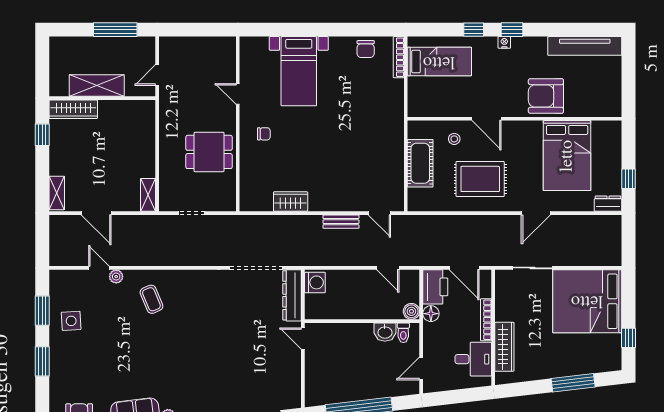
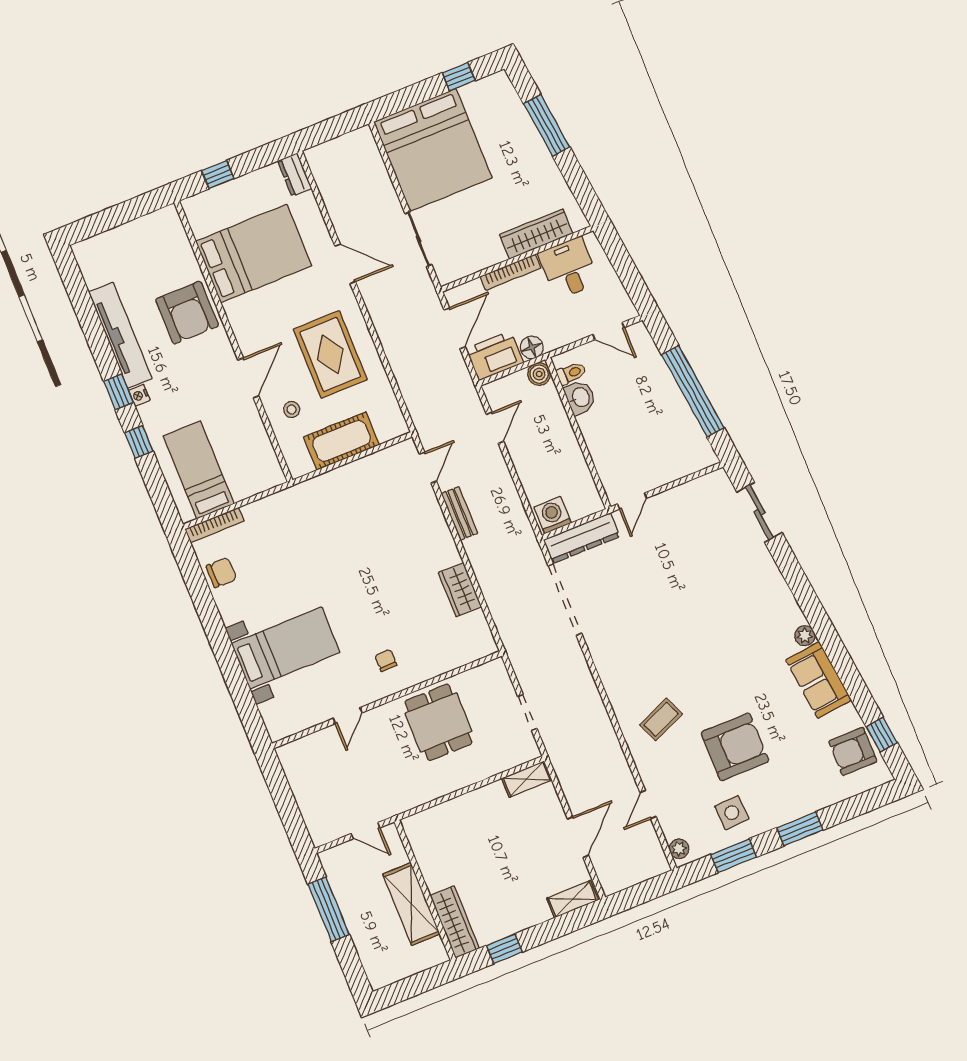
tv unit: (585, 46) -> (120, 335), moved
window: (629, 179) -> (218, 175), moved
plant: (116, 277) -> (679, 849), moved
armchair: (114, 341) -> (735, 747), added

